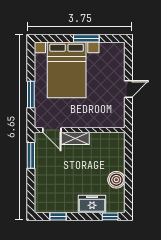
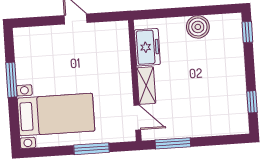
bed with nightstands: (67, 70) -> (56, 115), width x0.73
door: (52, 130) -> (137, 117), hinge flipped
freezer: (92, 204) -> (147, 47), moved, turned 180

